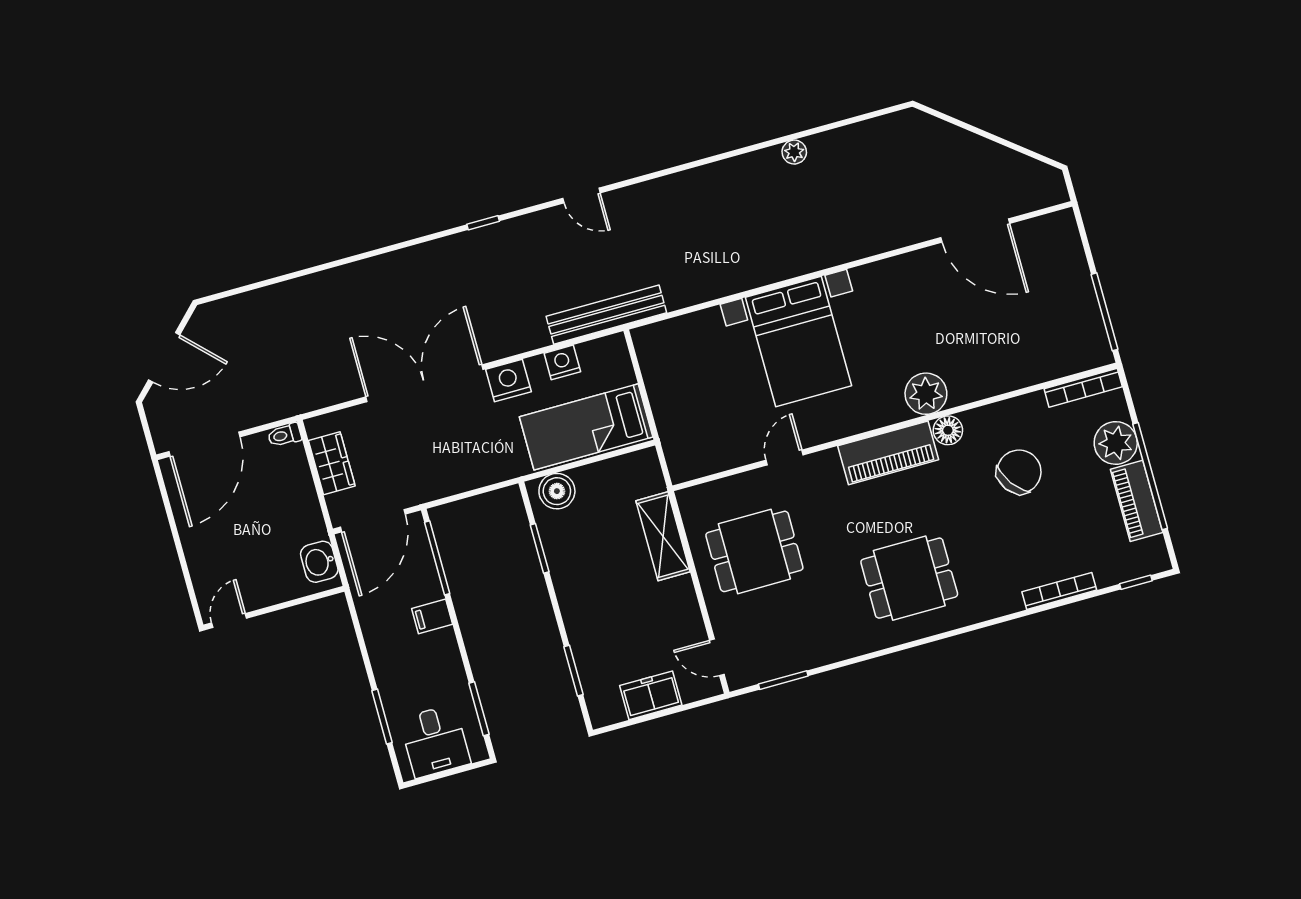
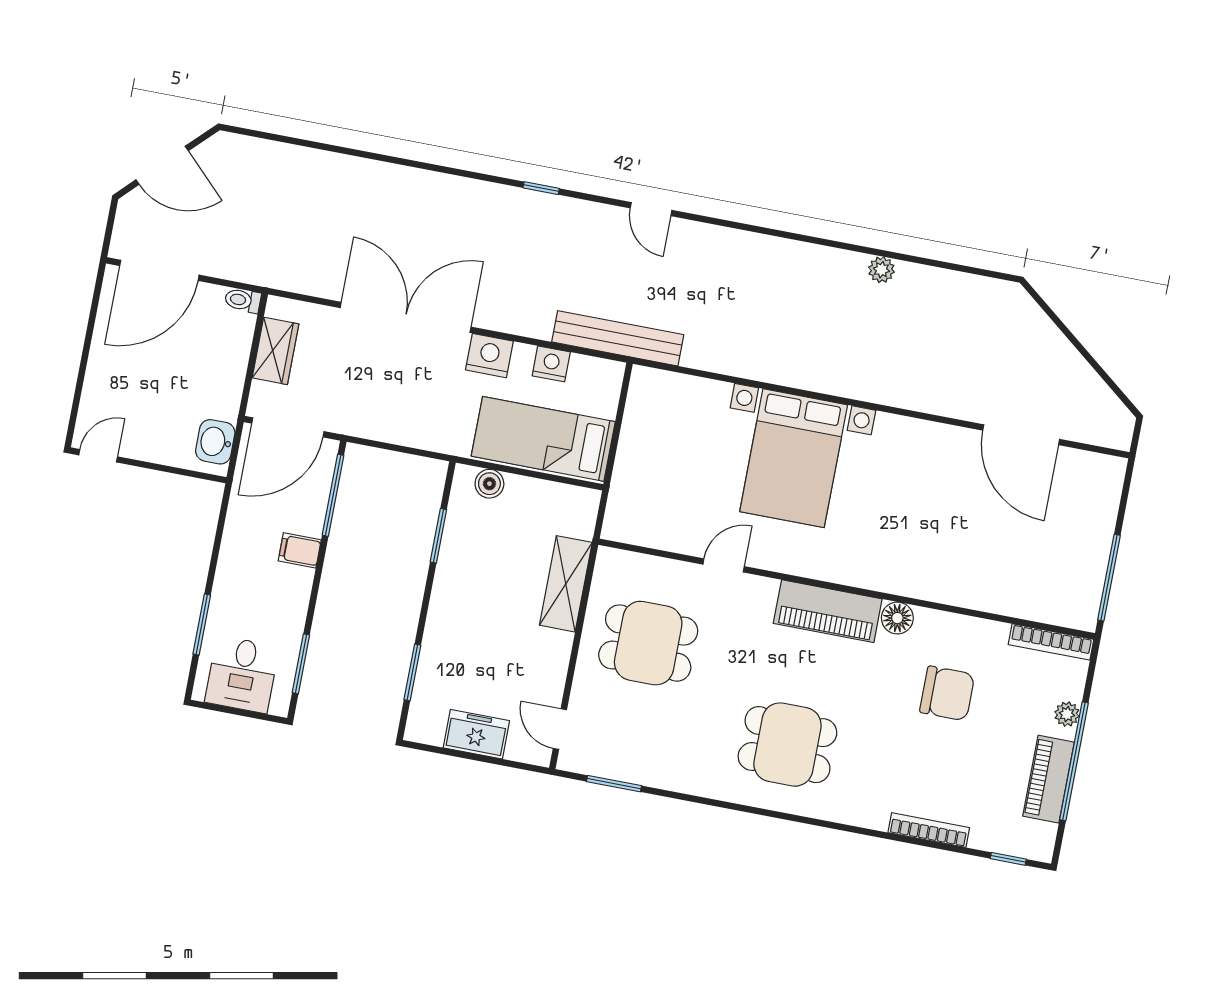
plant: (926, 394) -> (894, 571), removed
plant: (1116, 443) -> (1067, 714), width x0.53, depth x0.53
chair: (1019, 472) -> (947, 693), turned 36
boiler: (557, 491) -> (489, 484), width x0.73, depth x0.73

